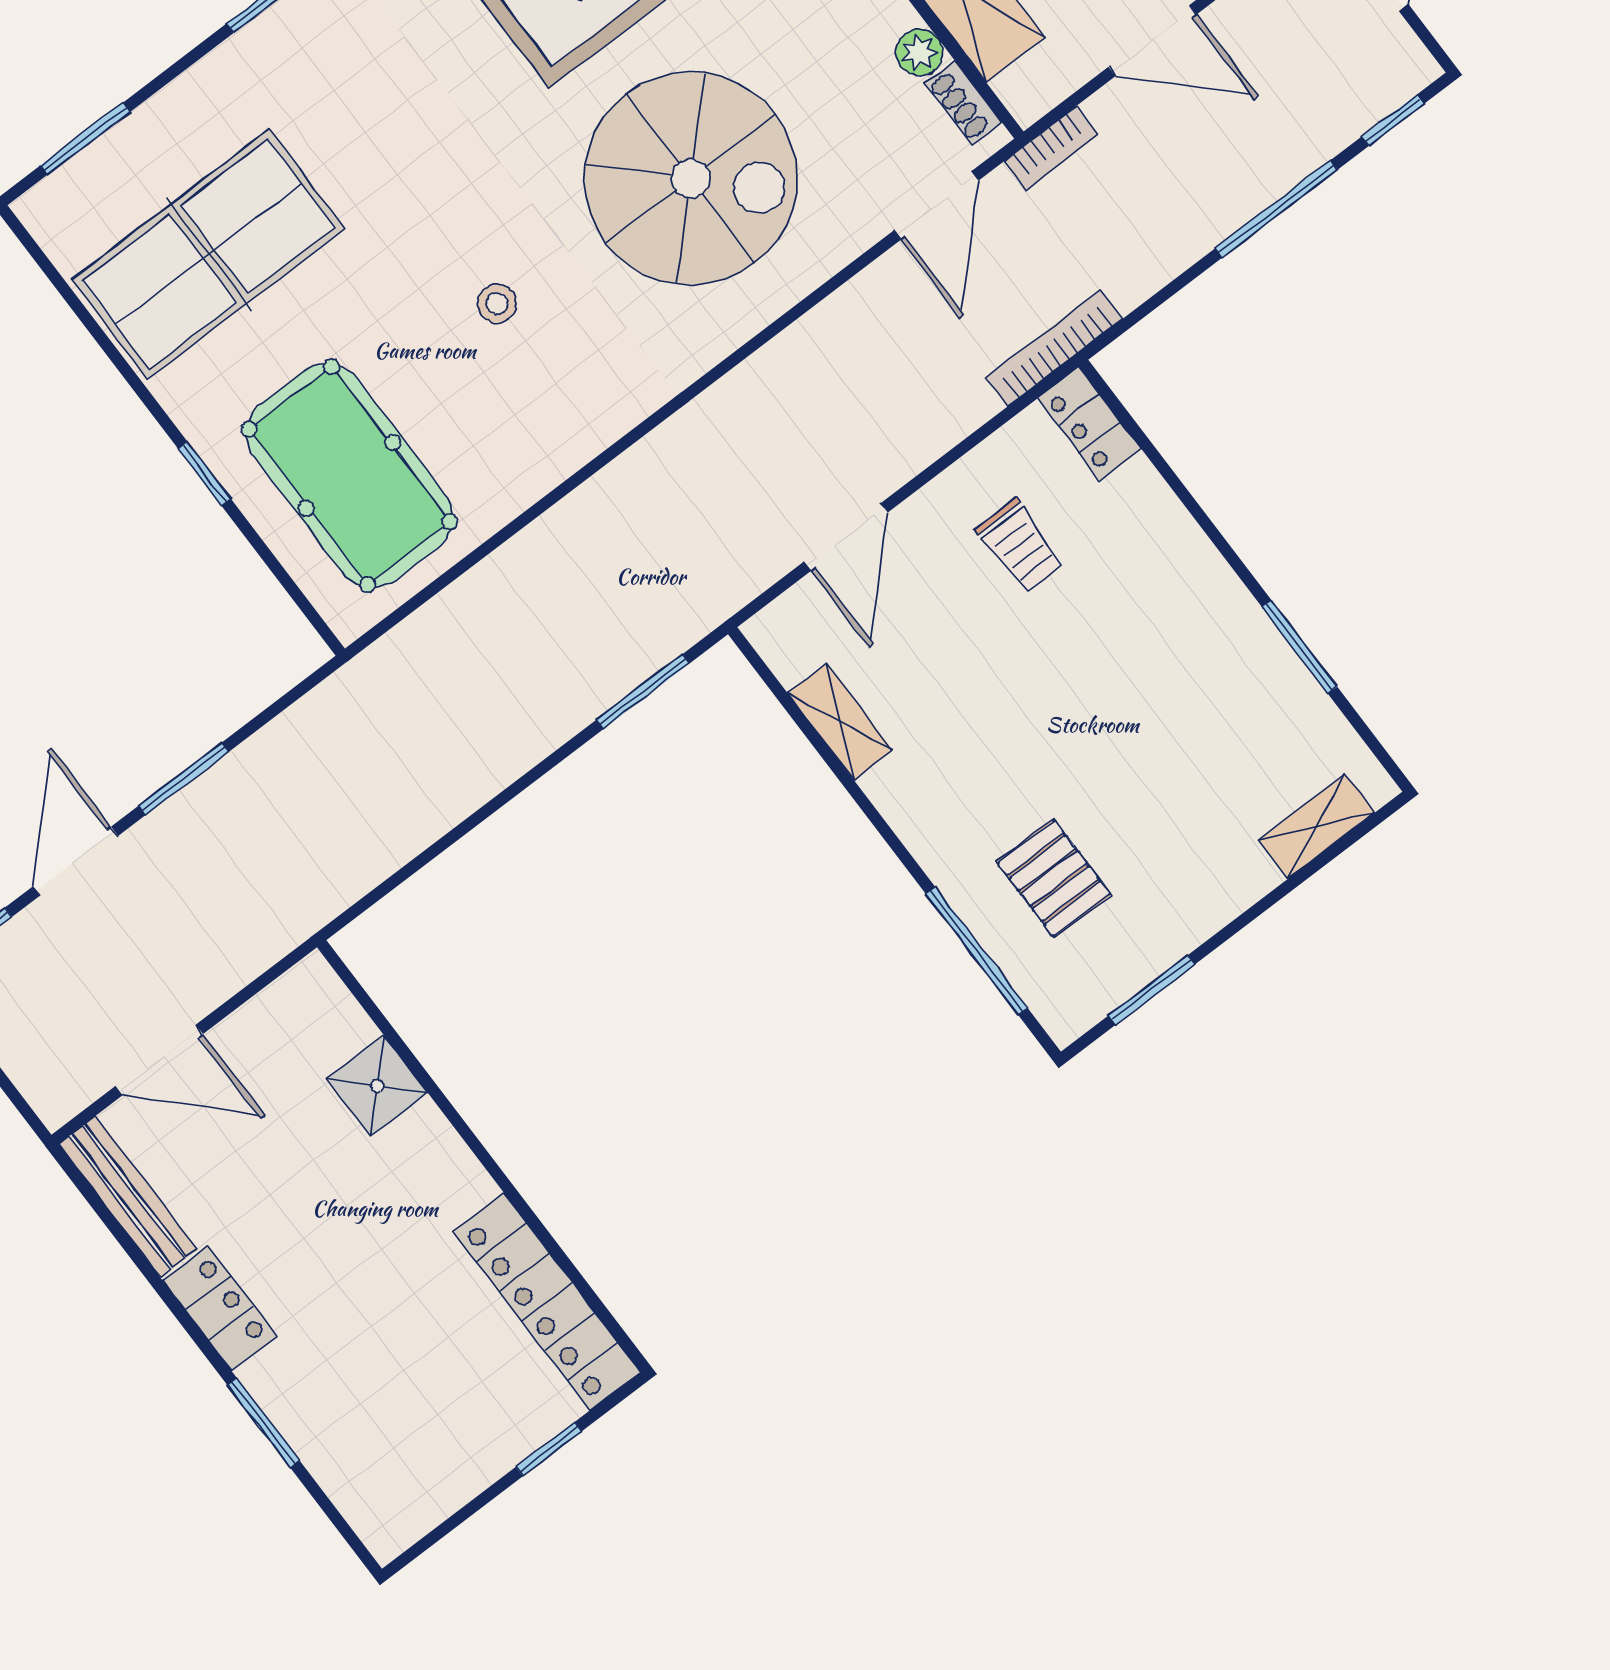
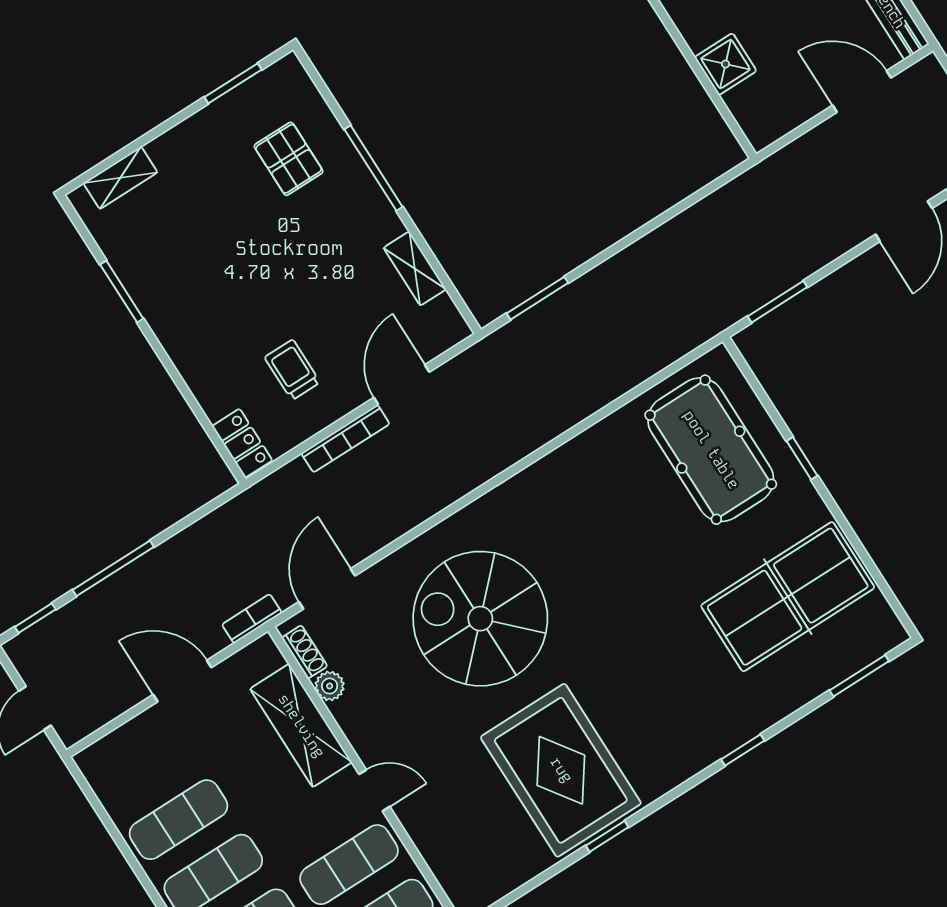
stool: (497, 303) -> (609, 550), removed
bookcase: (1054, 348) -> (345, 439), moved
window: (183, 779) -> (777, 302), moved
window: (977, 951) -> (373, 168), moved

